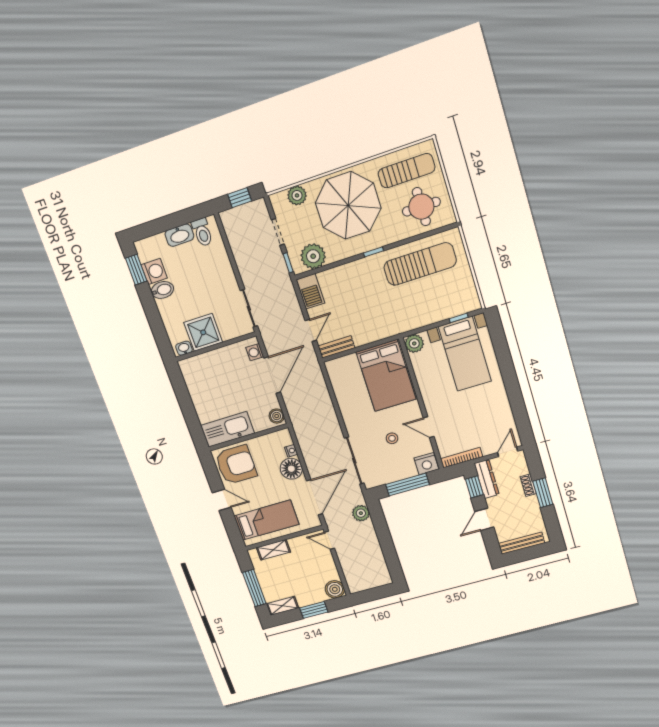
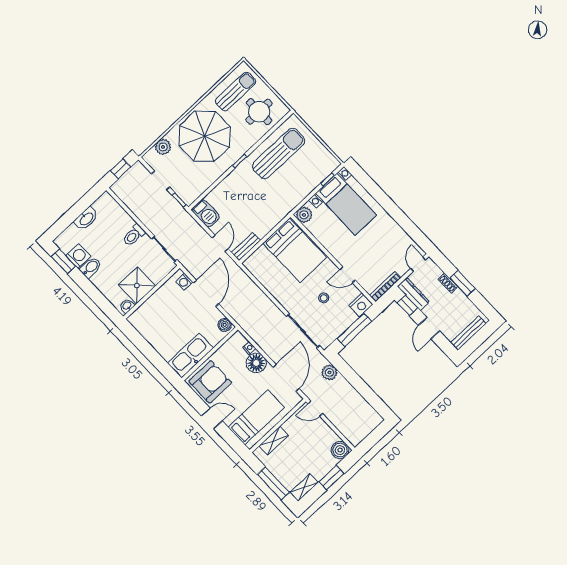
toilet: (202, 232) -> (134, 235), moved, turned 90
plant: (313, 256) -> (196, 186), removed

